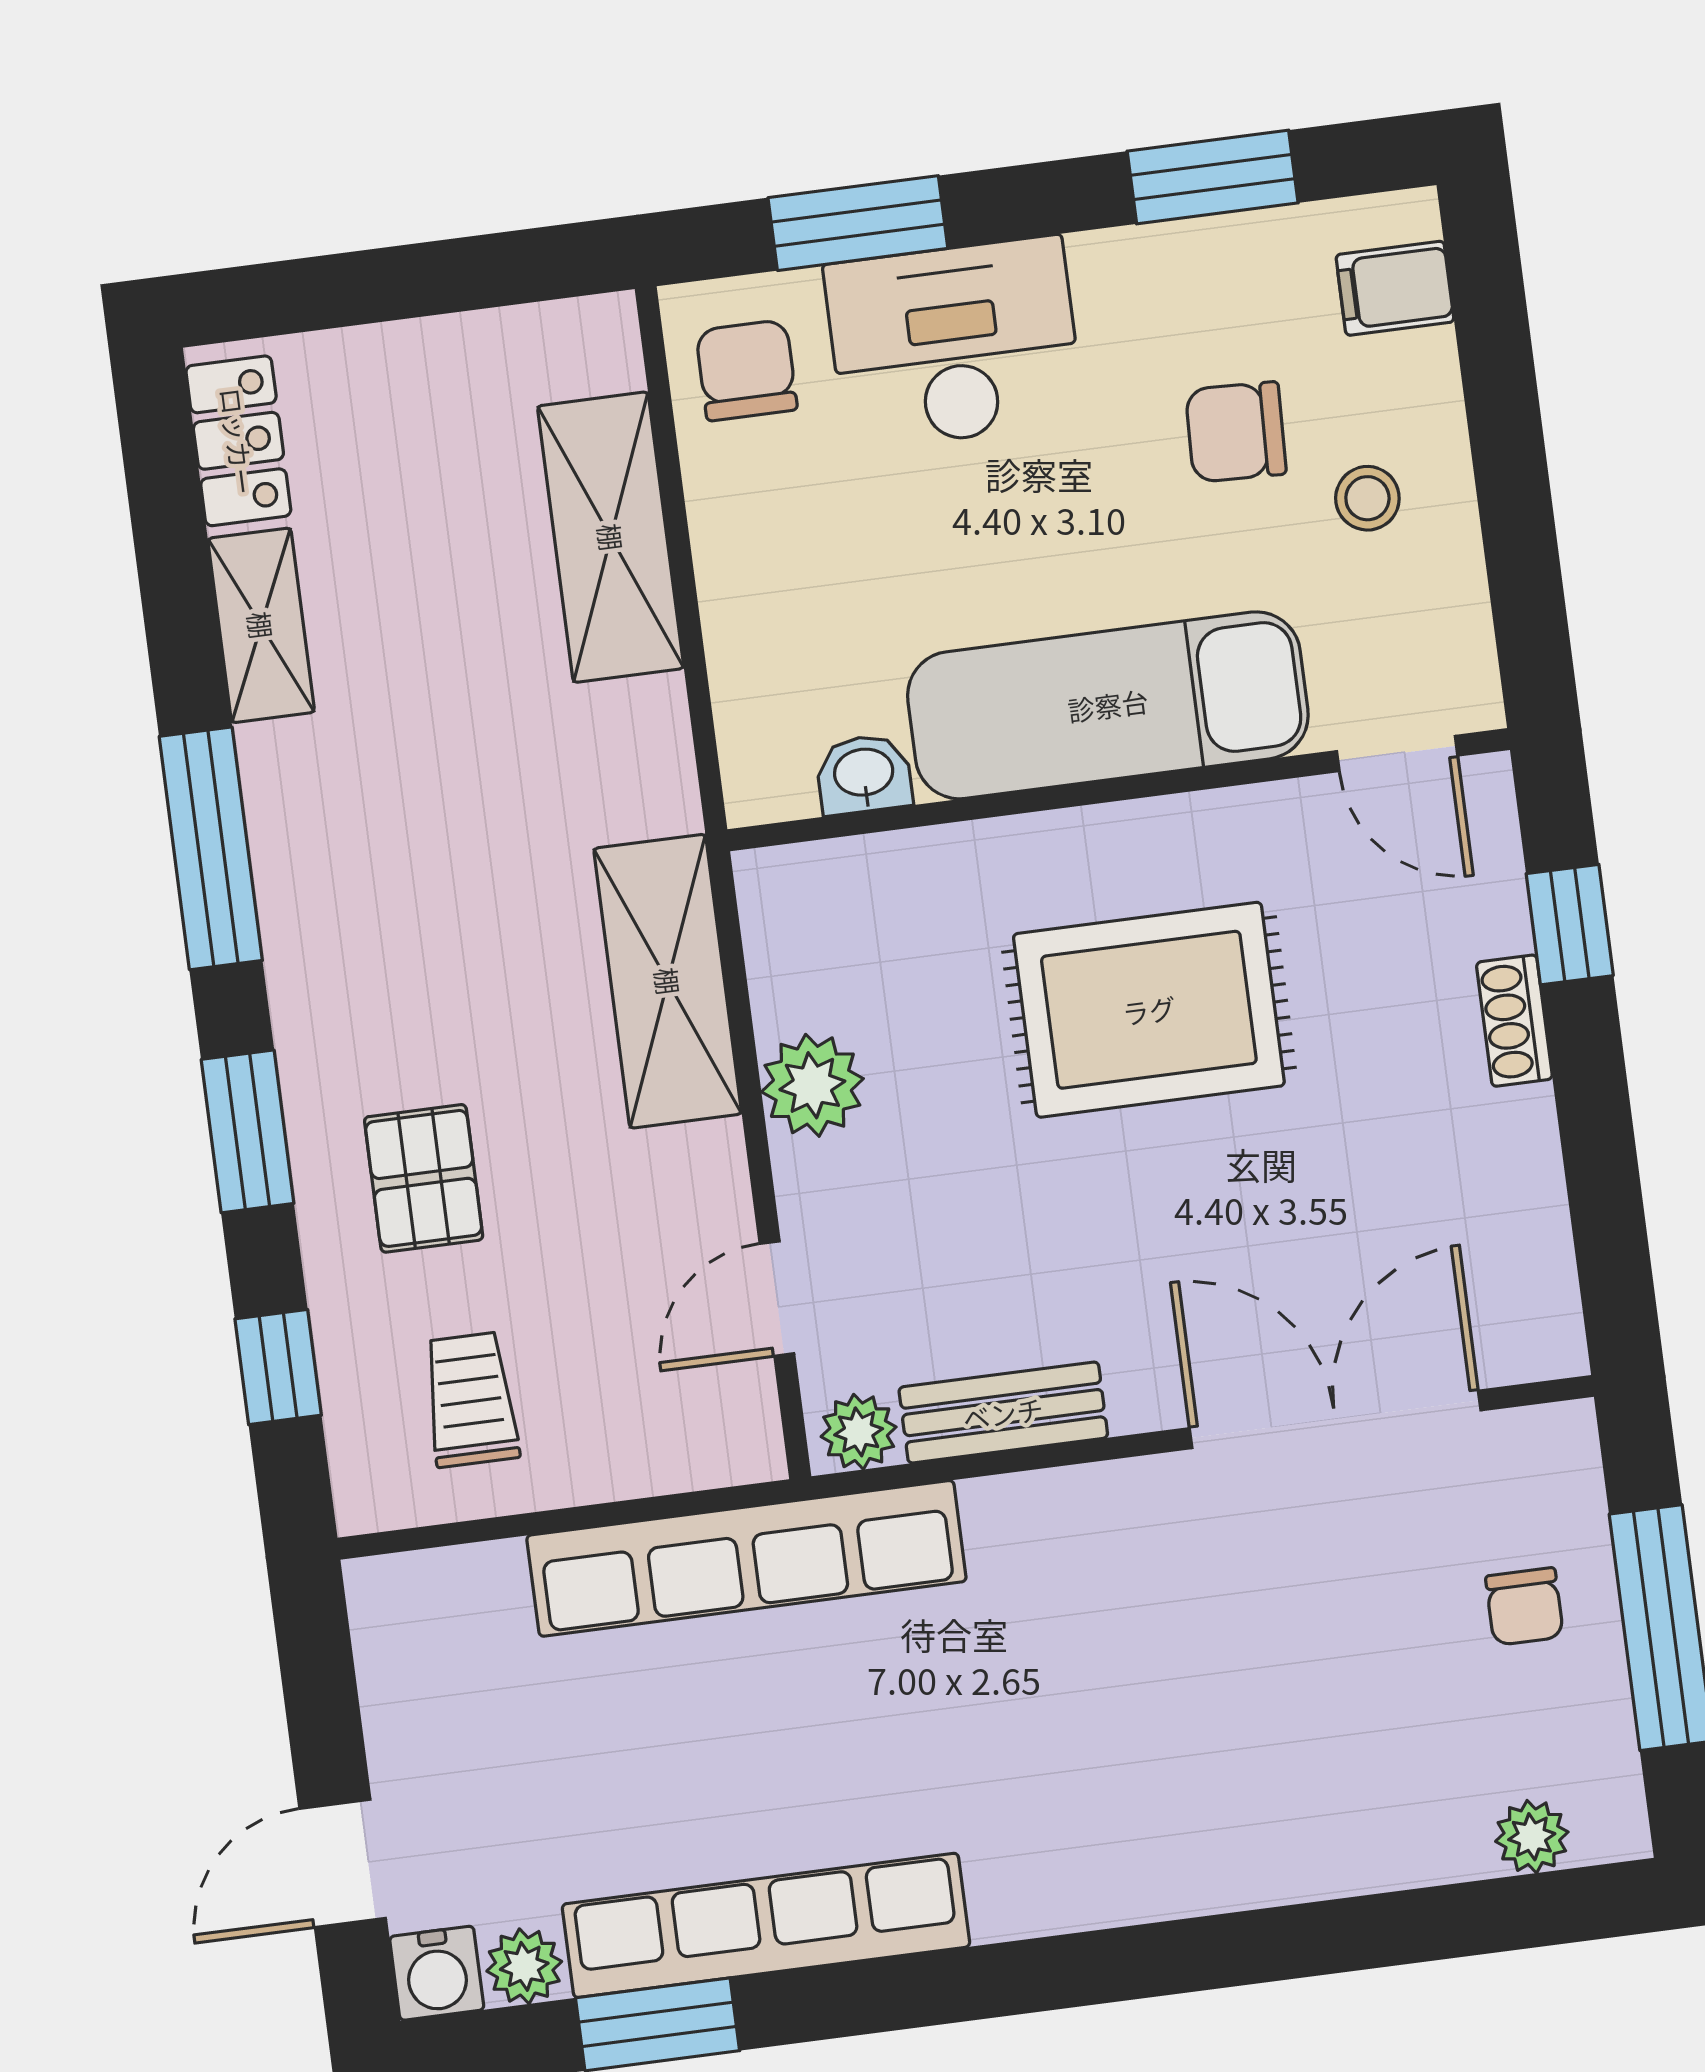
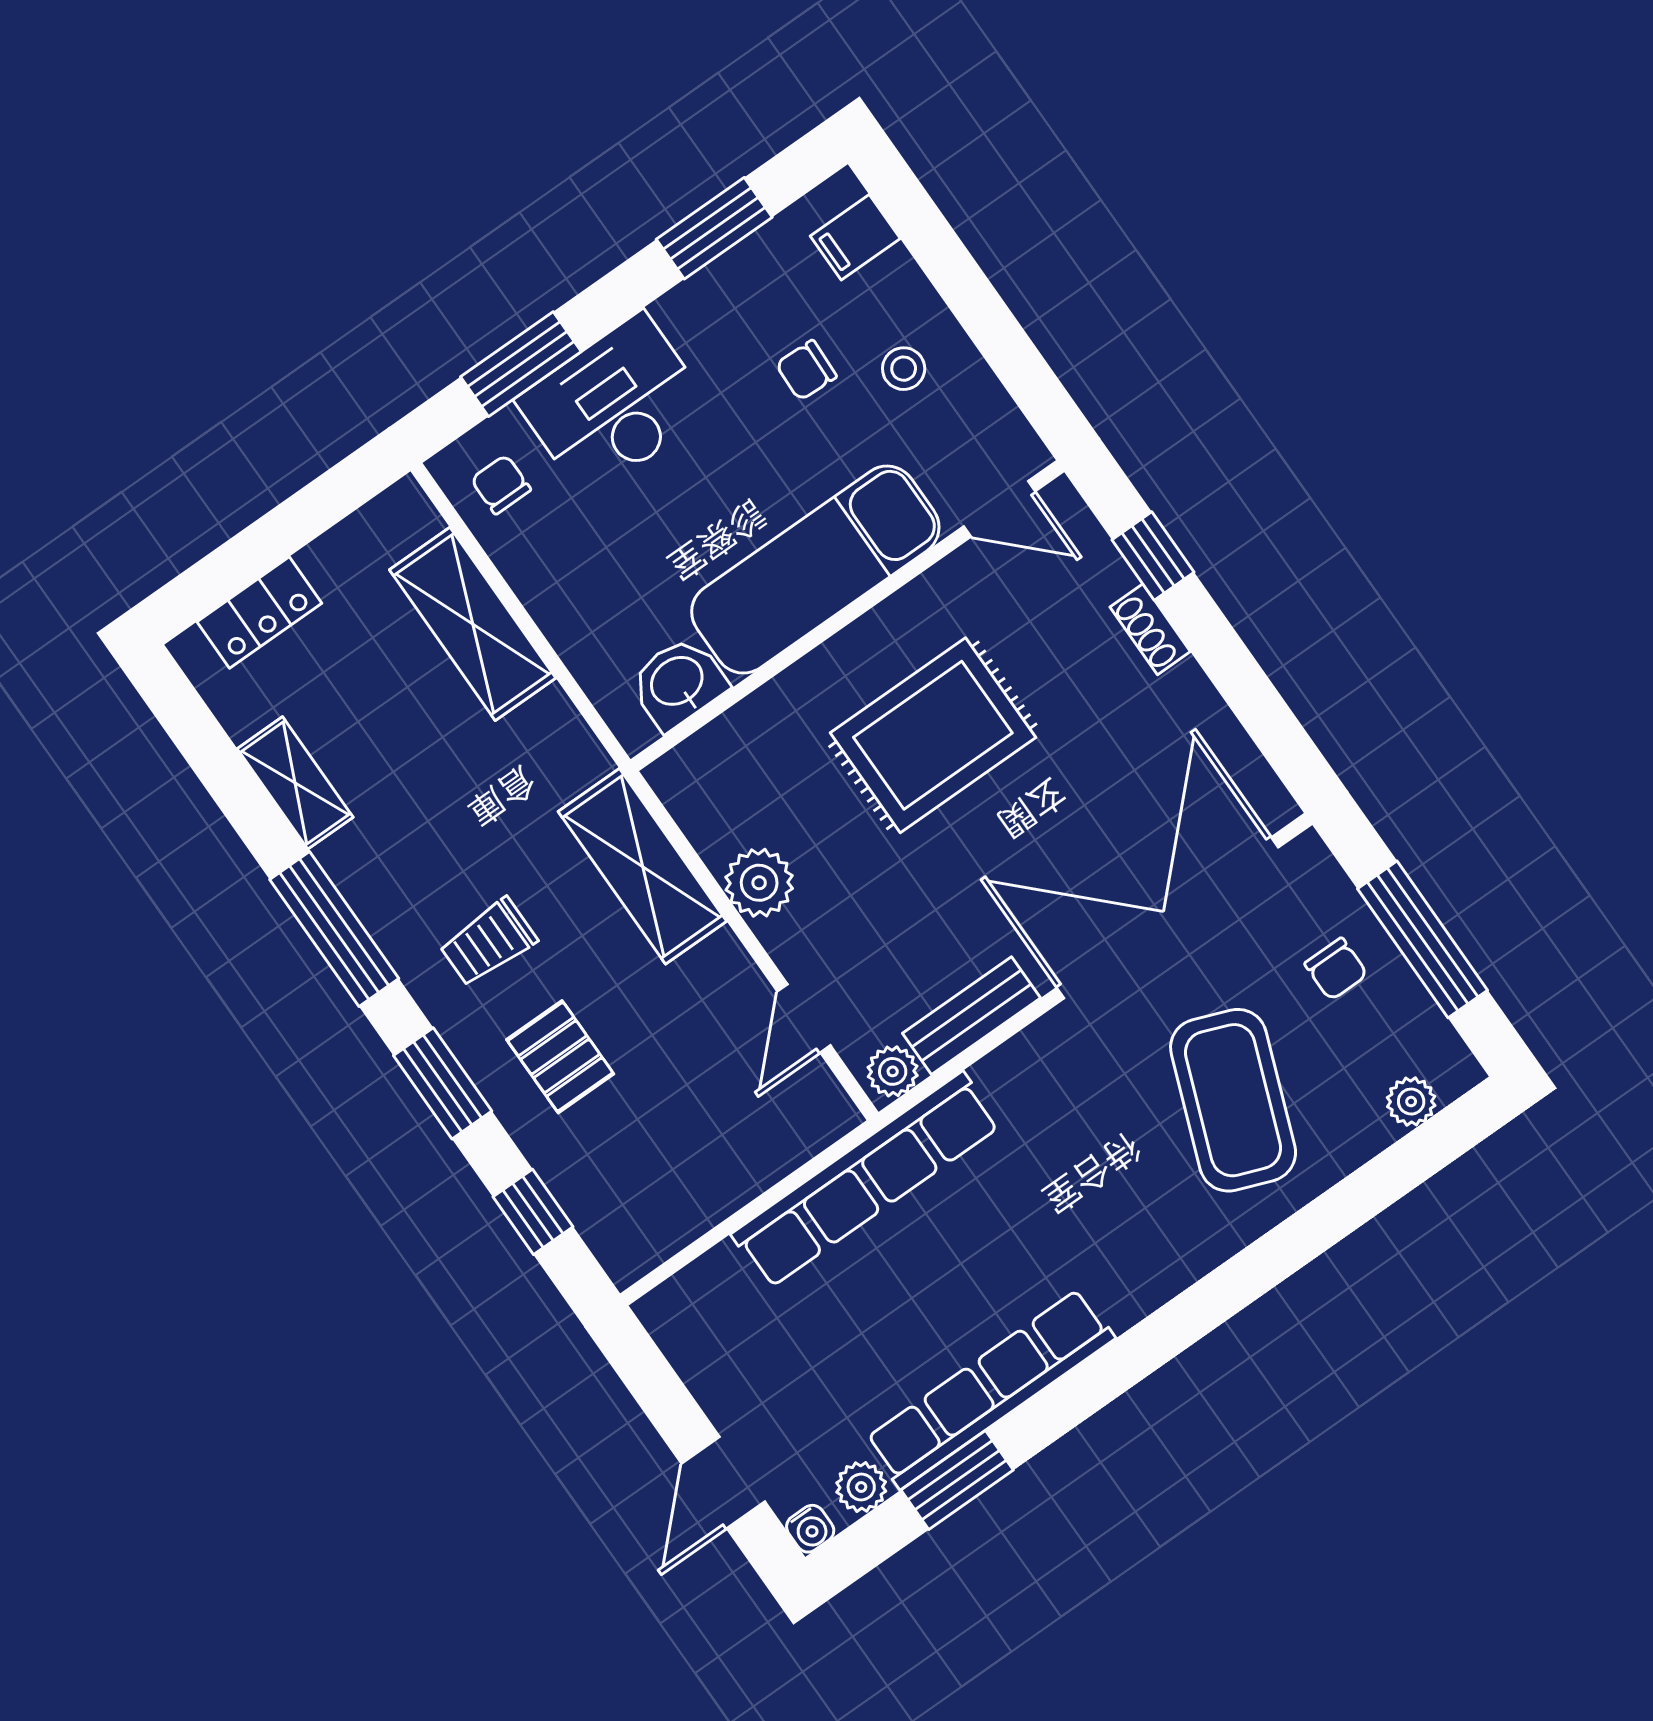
chair: (747, 370) -> (501, 484), width x0.73, depth x0.73
chair: (1236, 432) -> (806, 370), width x0.73, depth x0.73
locker: (238, 441) -> (259, 612), moved, turned 90
washbasin: (864, 774) -> (678, 683), width x1.38, depth x1.45
trolley: (471, 1400) -> (488, 942), moved, turned -90
double door: (1335, 1419) -> (1168, 918), width x1.36
coffee table: (1294, 1710) -> (1233, 1100), added
water cooler: (437, 1973) -> (810, 1529), width x0.72, depth x0.72

